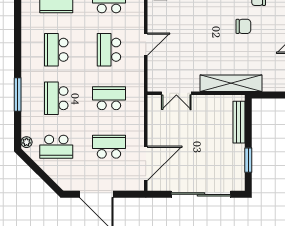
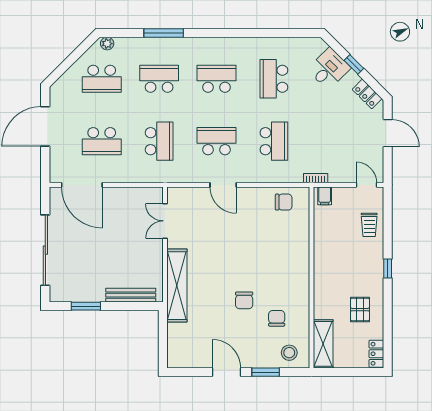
school desk: (56, 147) -> (102, 79), turned -90
school desk: (109, 147) -> (102, 141), turned 90

